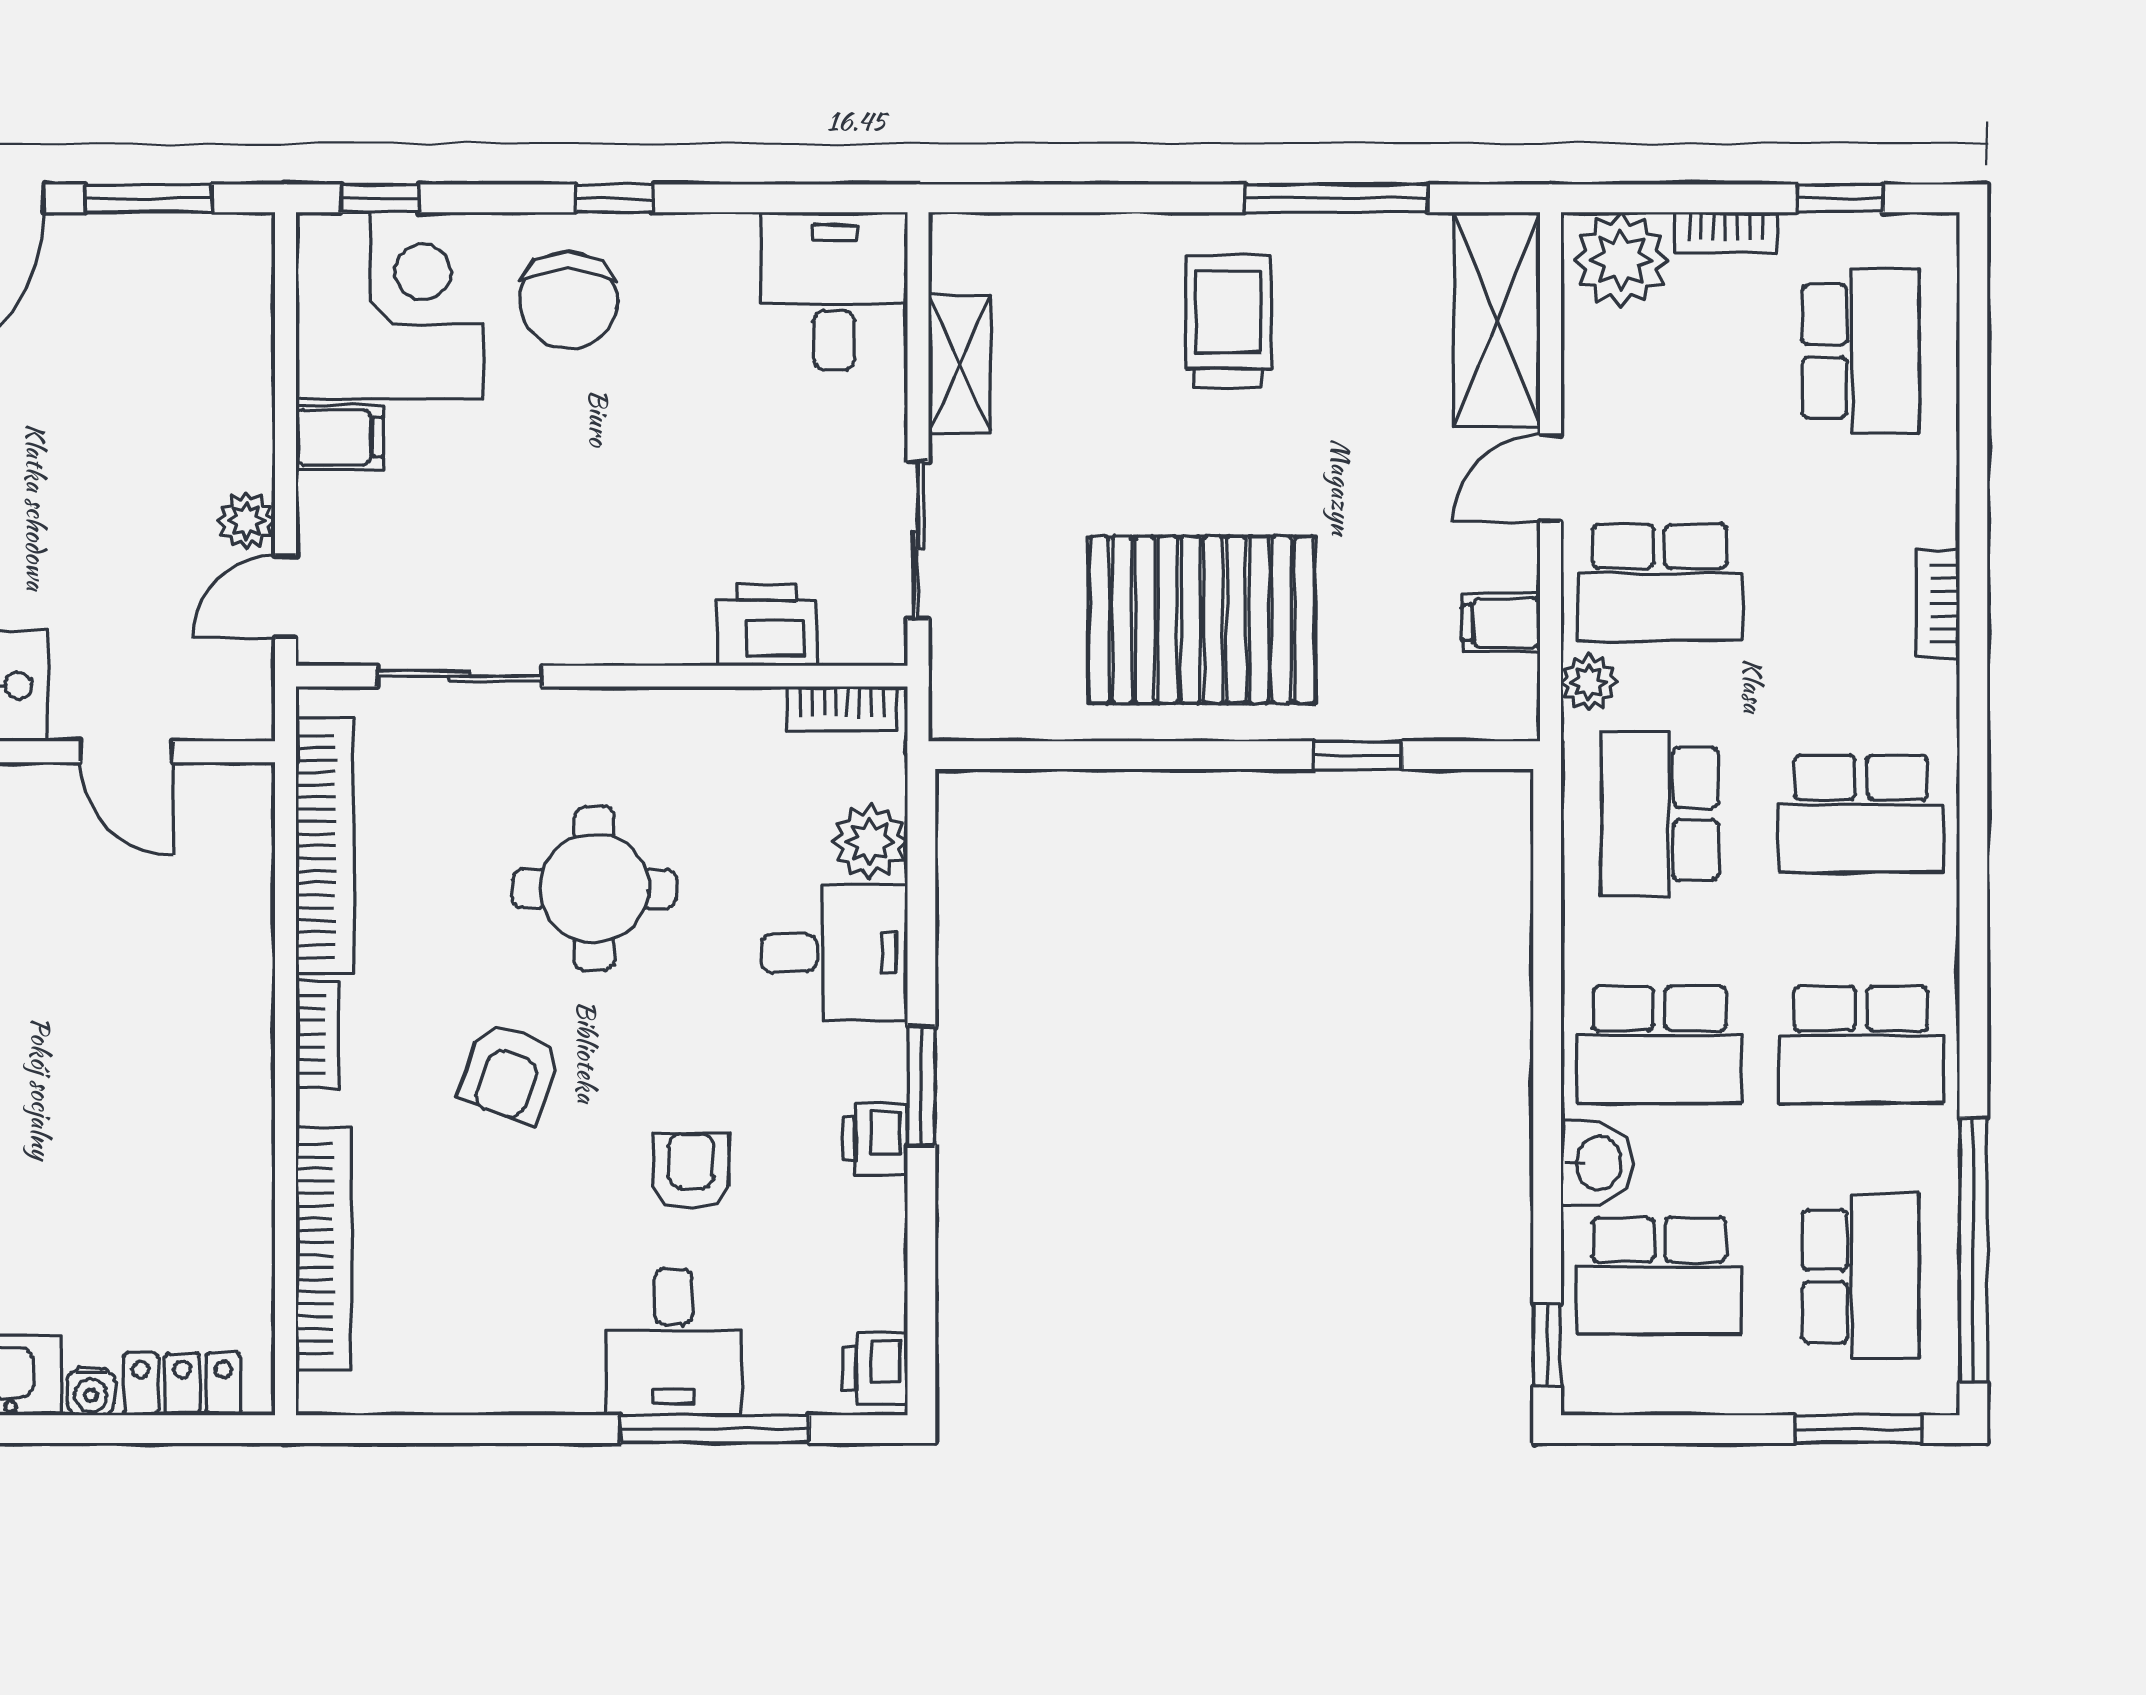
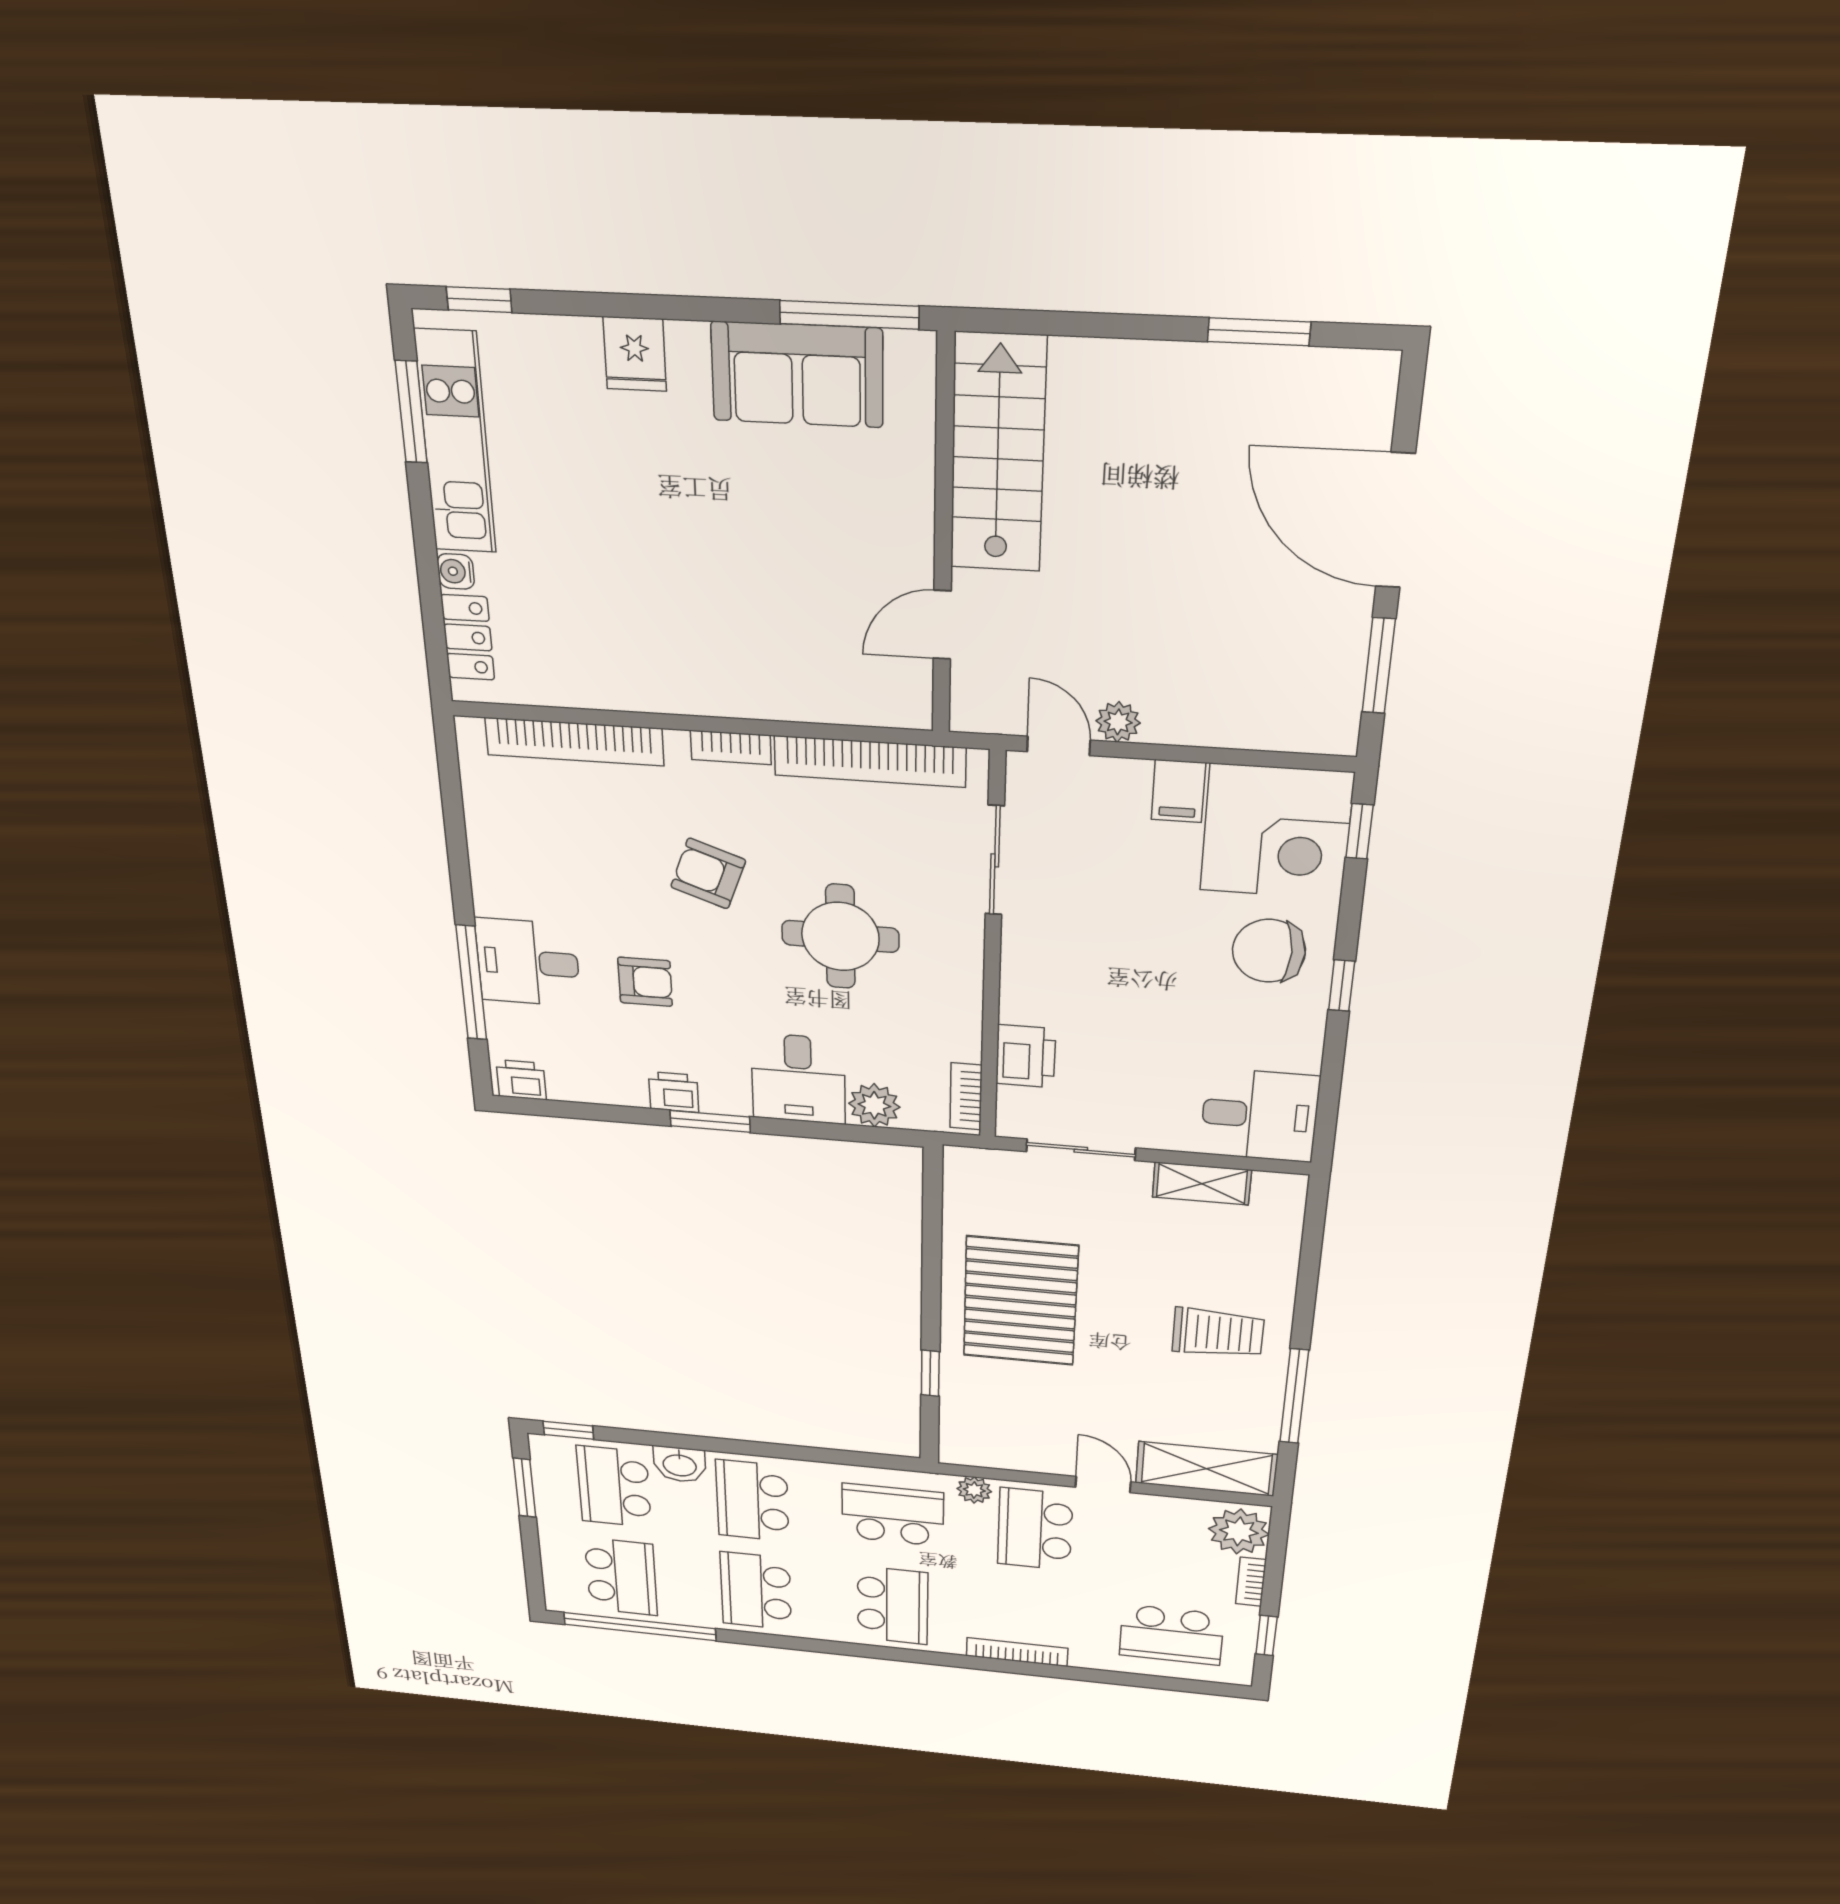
bookcase: (1938, 604) -> (1017, 1652), width x1.56
filing cabinet: (1501, 623) -> (1013, 1452), removed
school desk: (1861, 814) -> (893, 1605), turned 180
school desk: (1861, 1276) -> (621, 1577), turned -90
window: (1858, 1429) -> (525, 1488), moved

